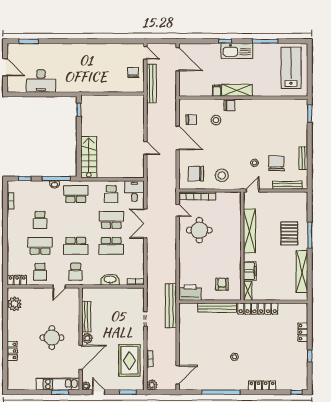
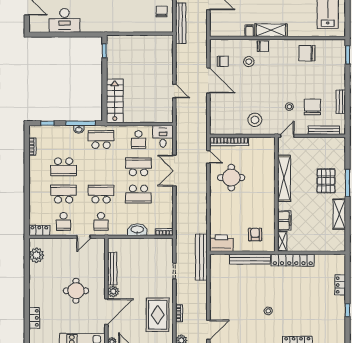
chair: (196, 174) -> (307, 53), moved
school desk: (40, 220) -> (64, 167), width x1.85
school desk: (76, 246) -> (101, 194), turned 180
shelving: (302, 272) -> (339, 214), width x0.68
locker: (12, 351) -> (34, 318), moved

